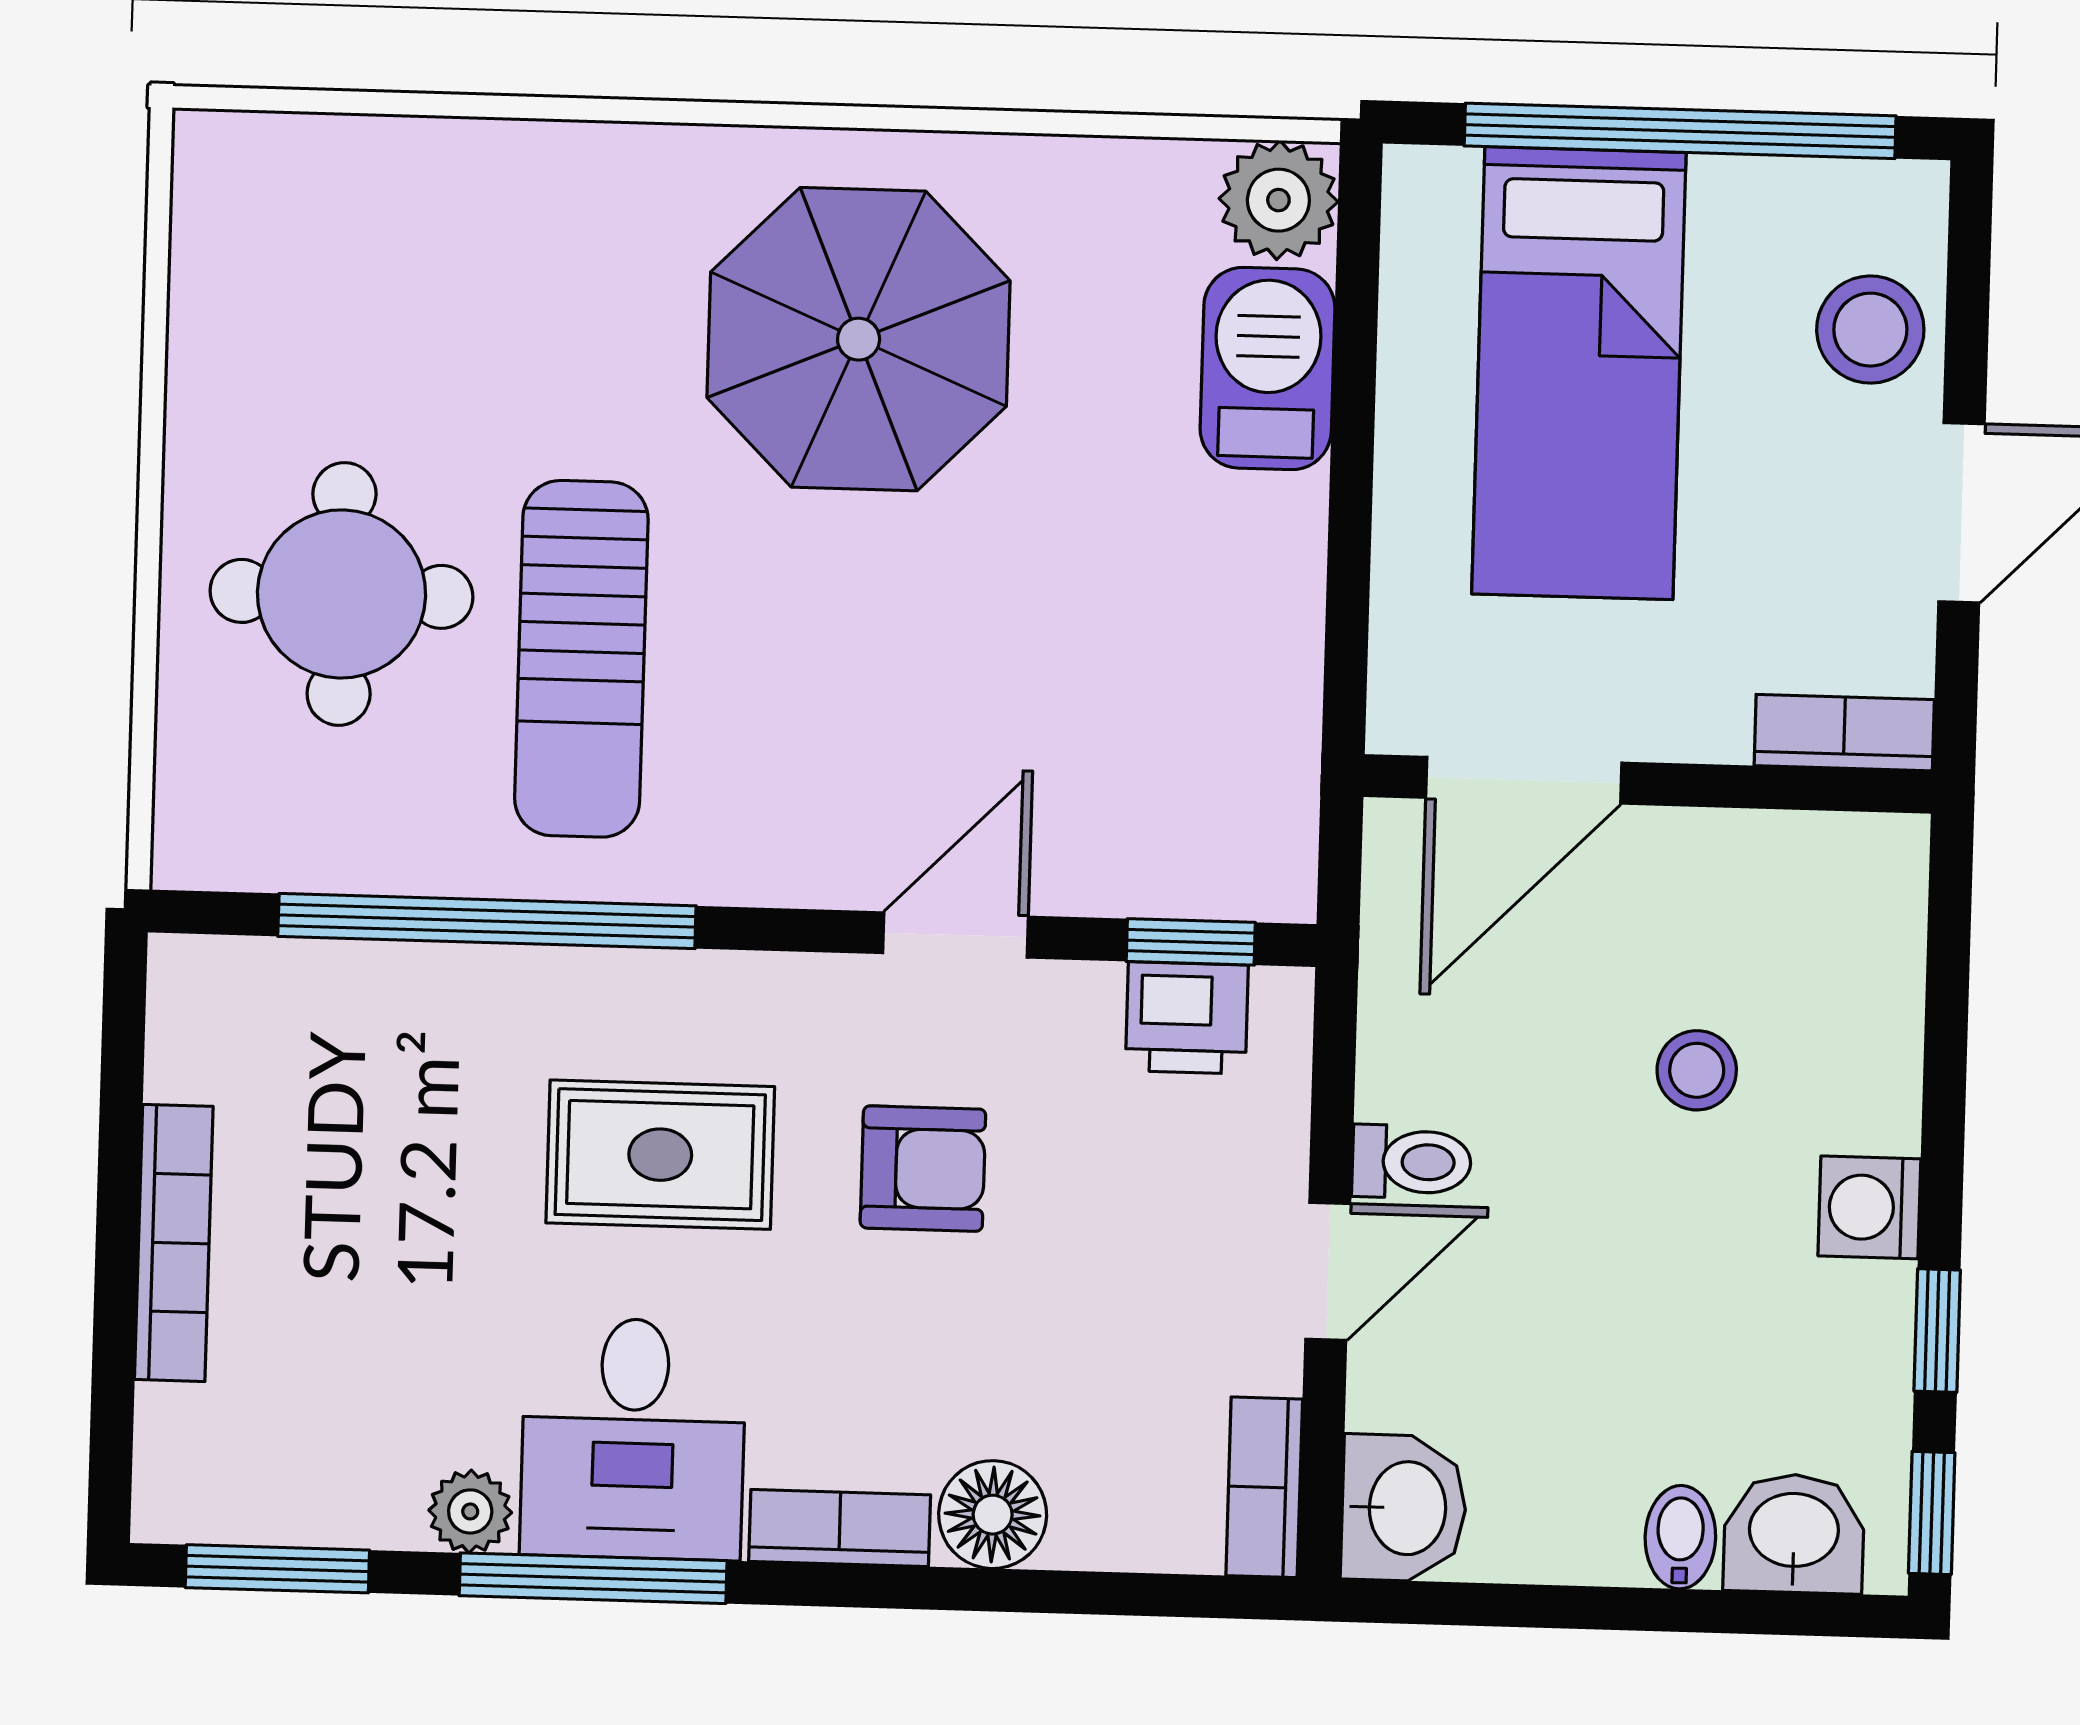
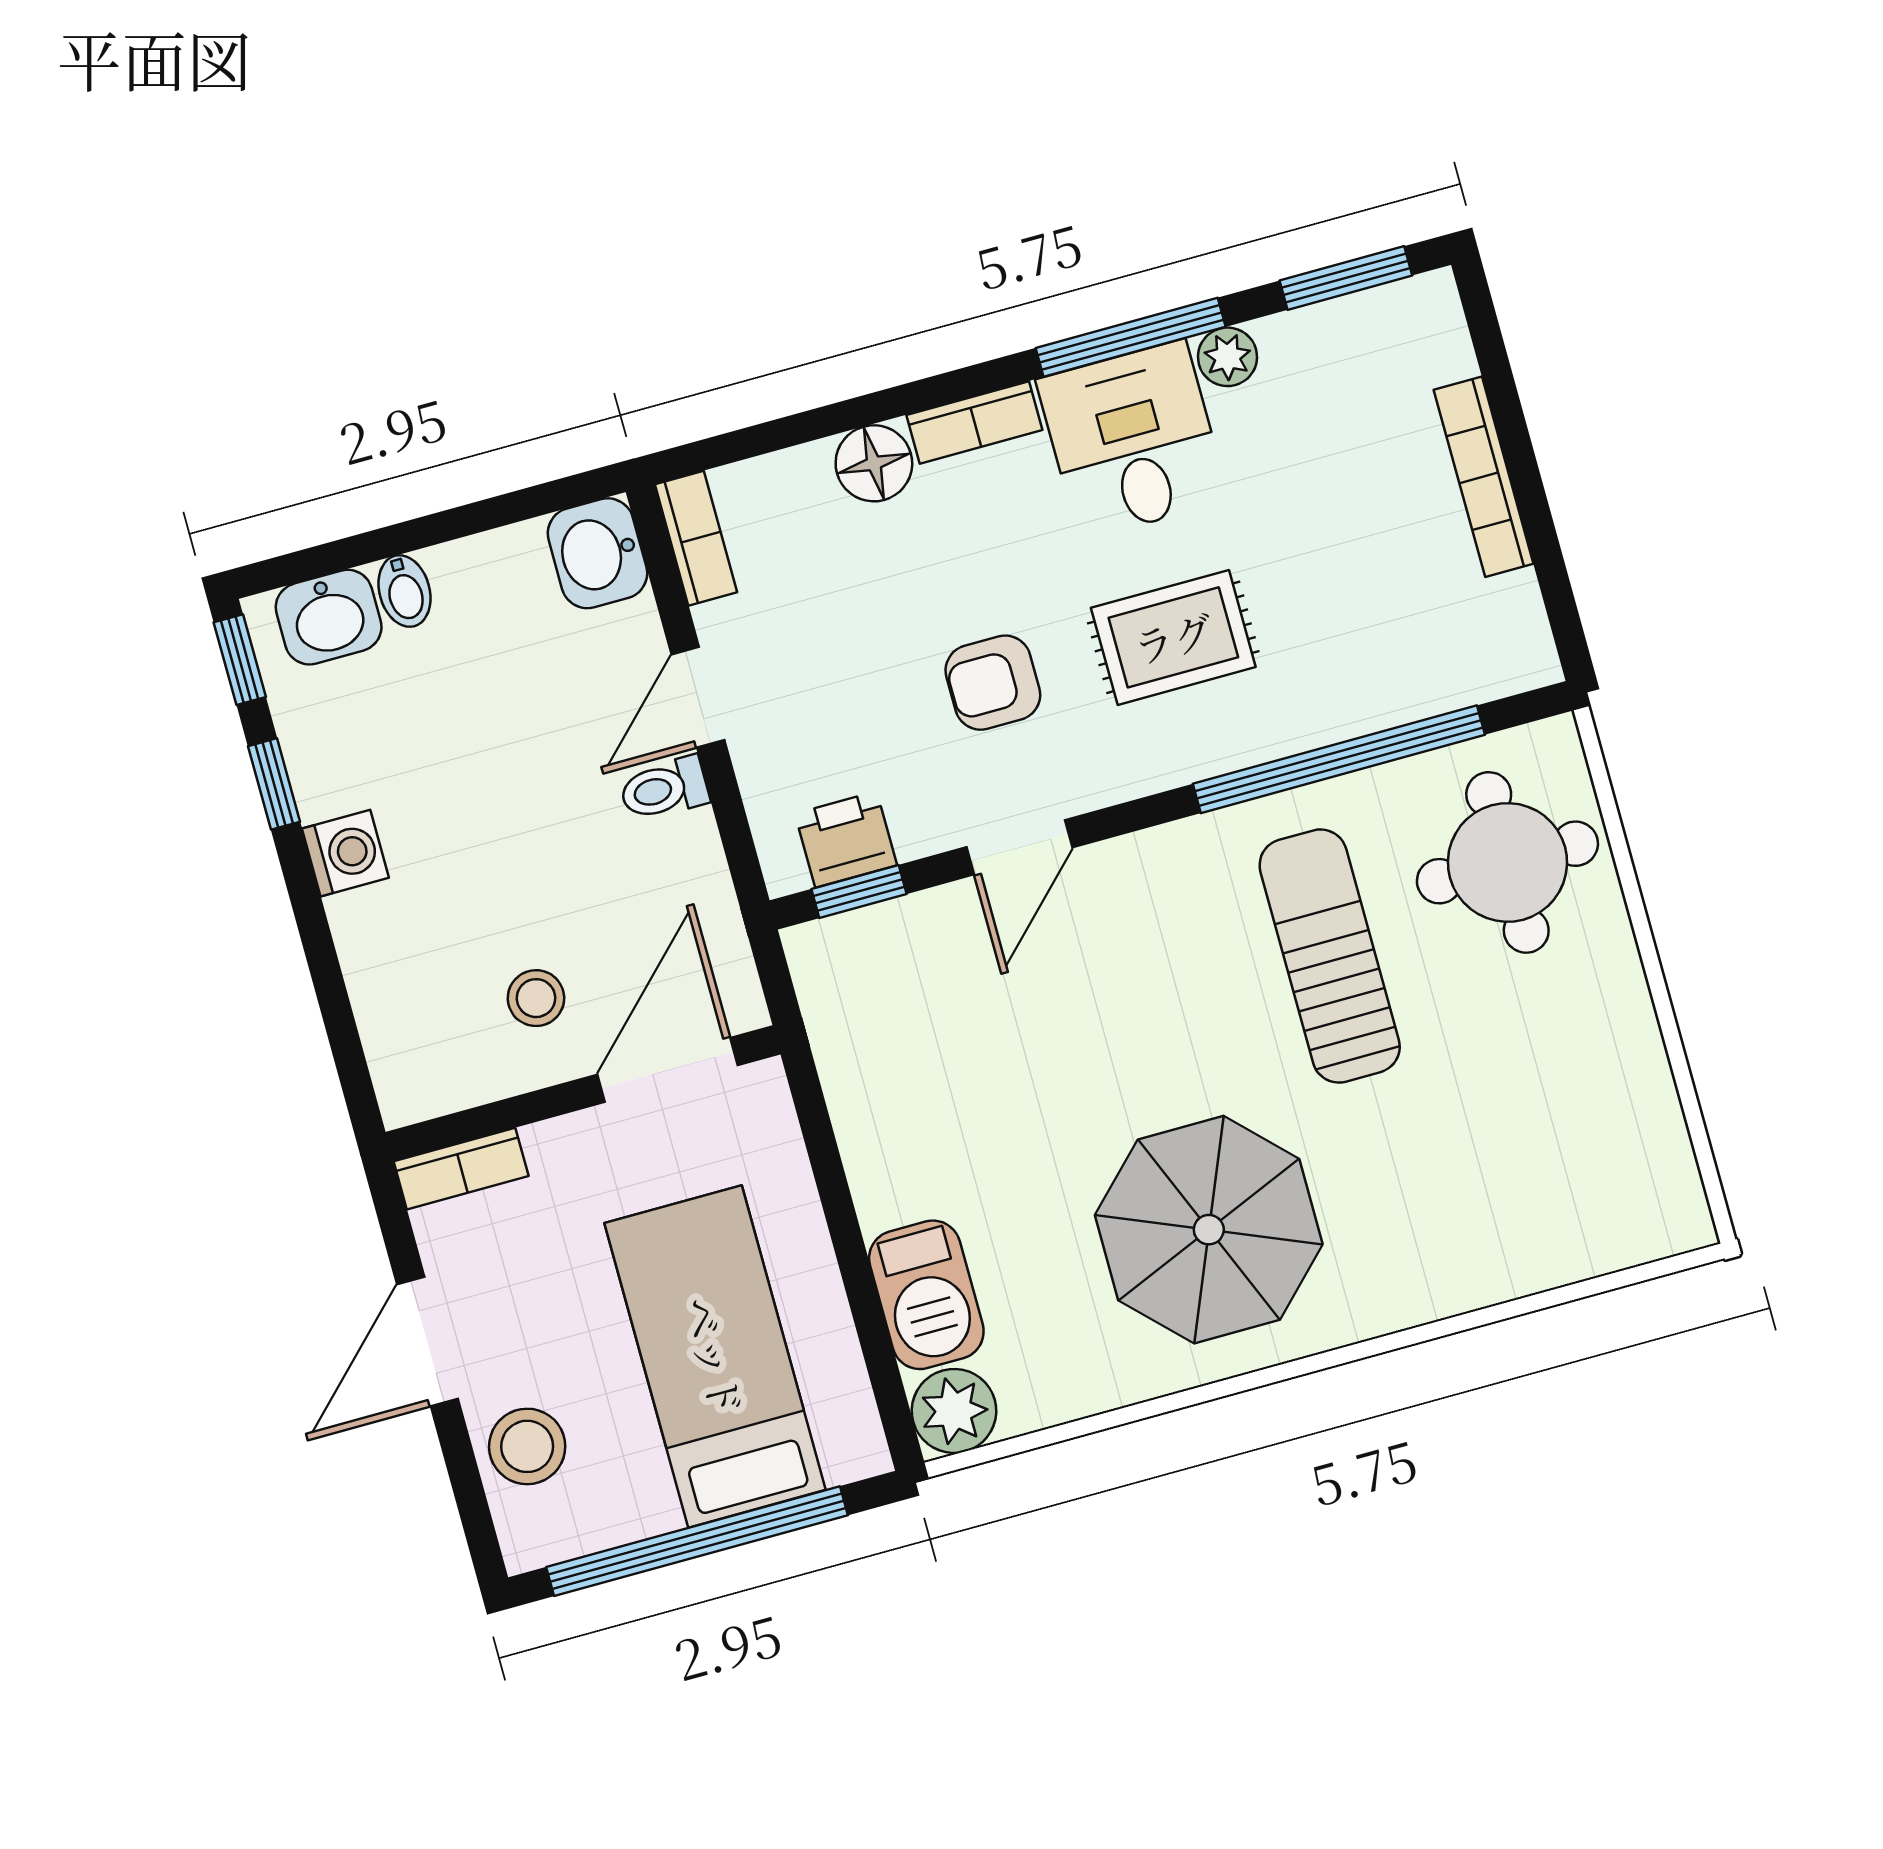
round table: (342, 594) -> (1507, 862), moved
stool: (1697, 1070) -> (536, 998), moved

